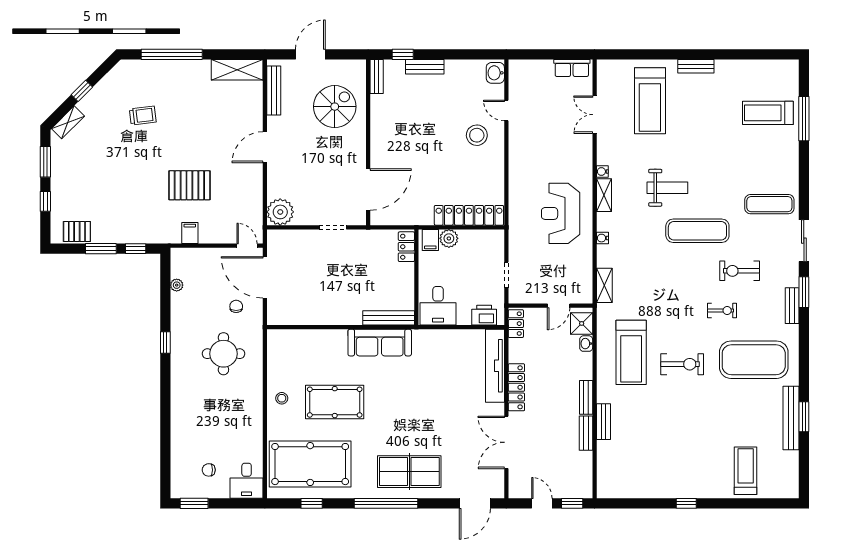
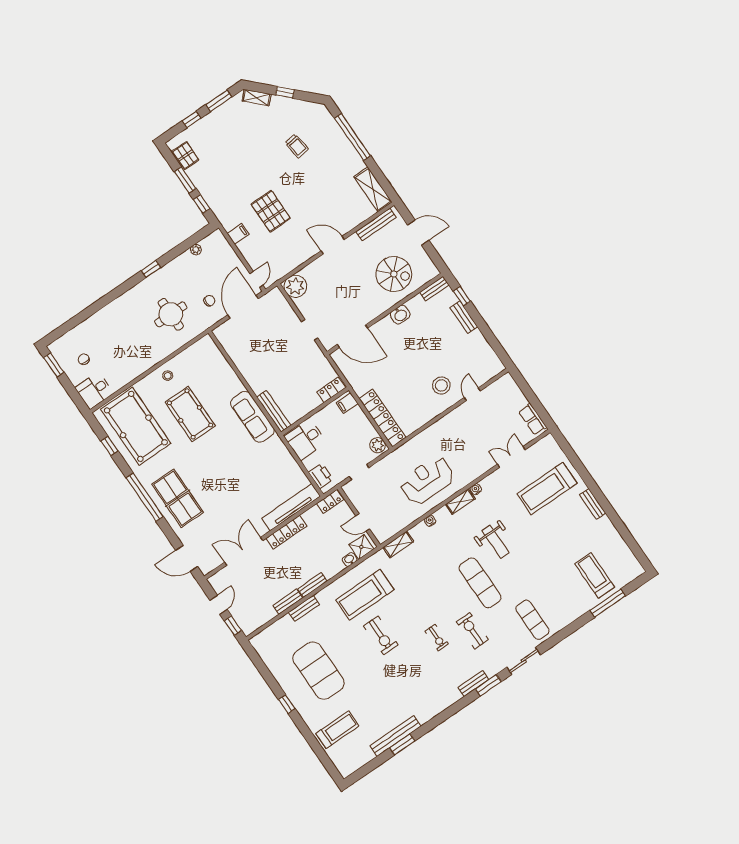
washbasin: (495, 73) -> (400, 315), moved, turned 180
plant: (449, 238) -> (378, 445), moved
exercise mat: (754, 360) -> (319, 671), moved

